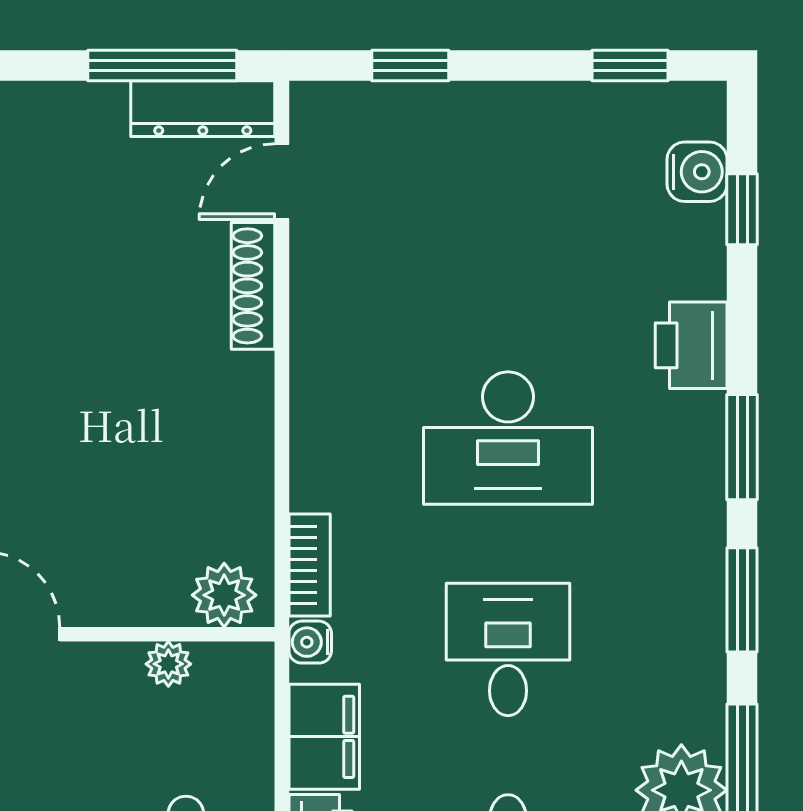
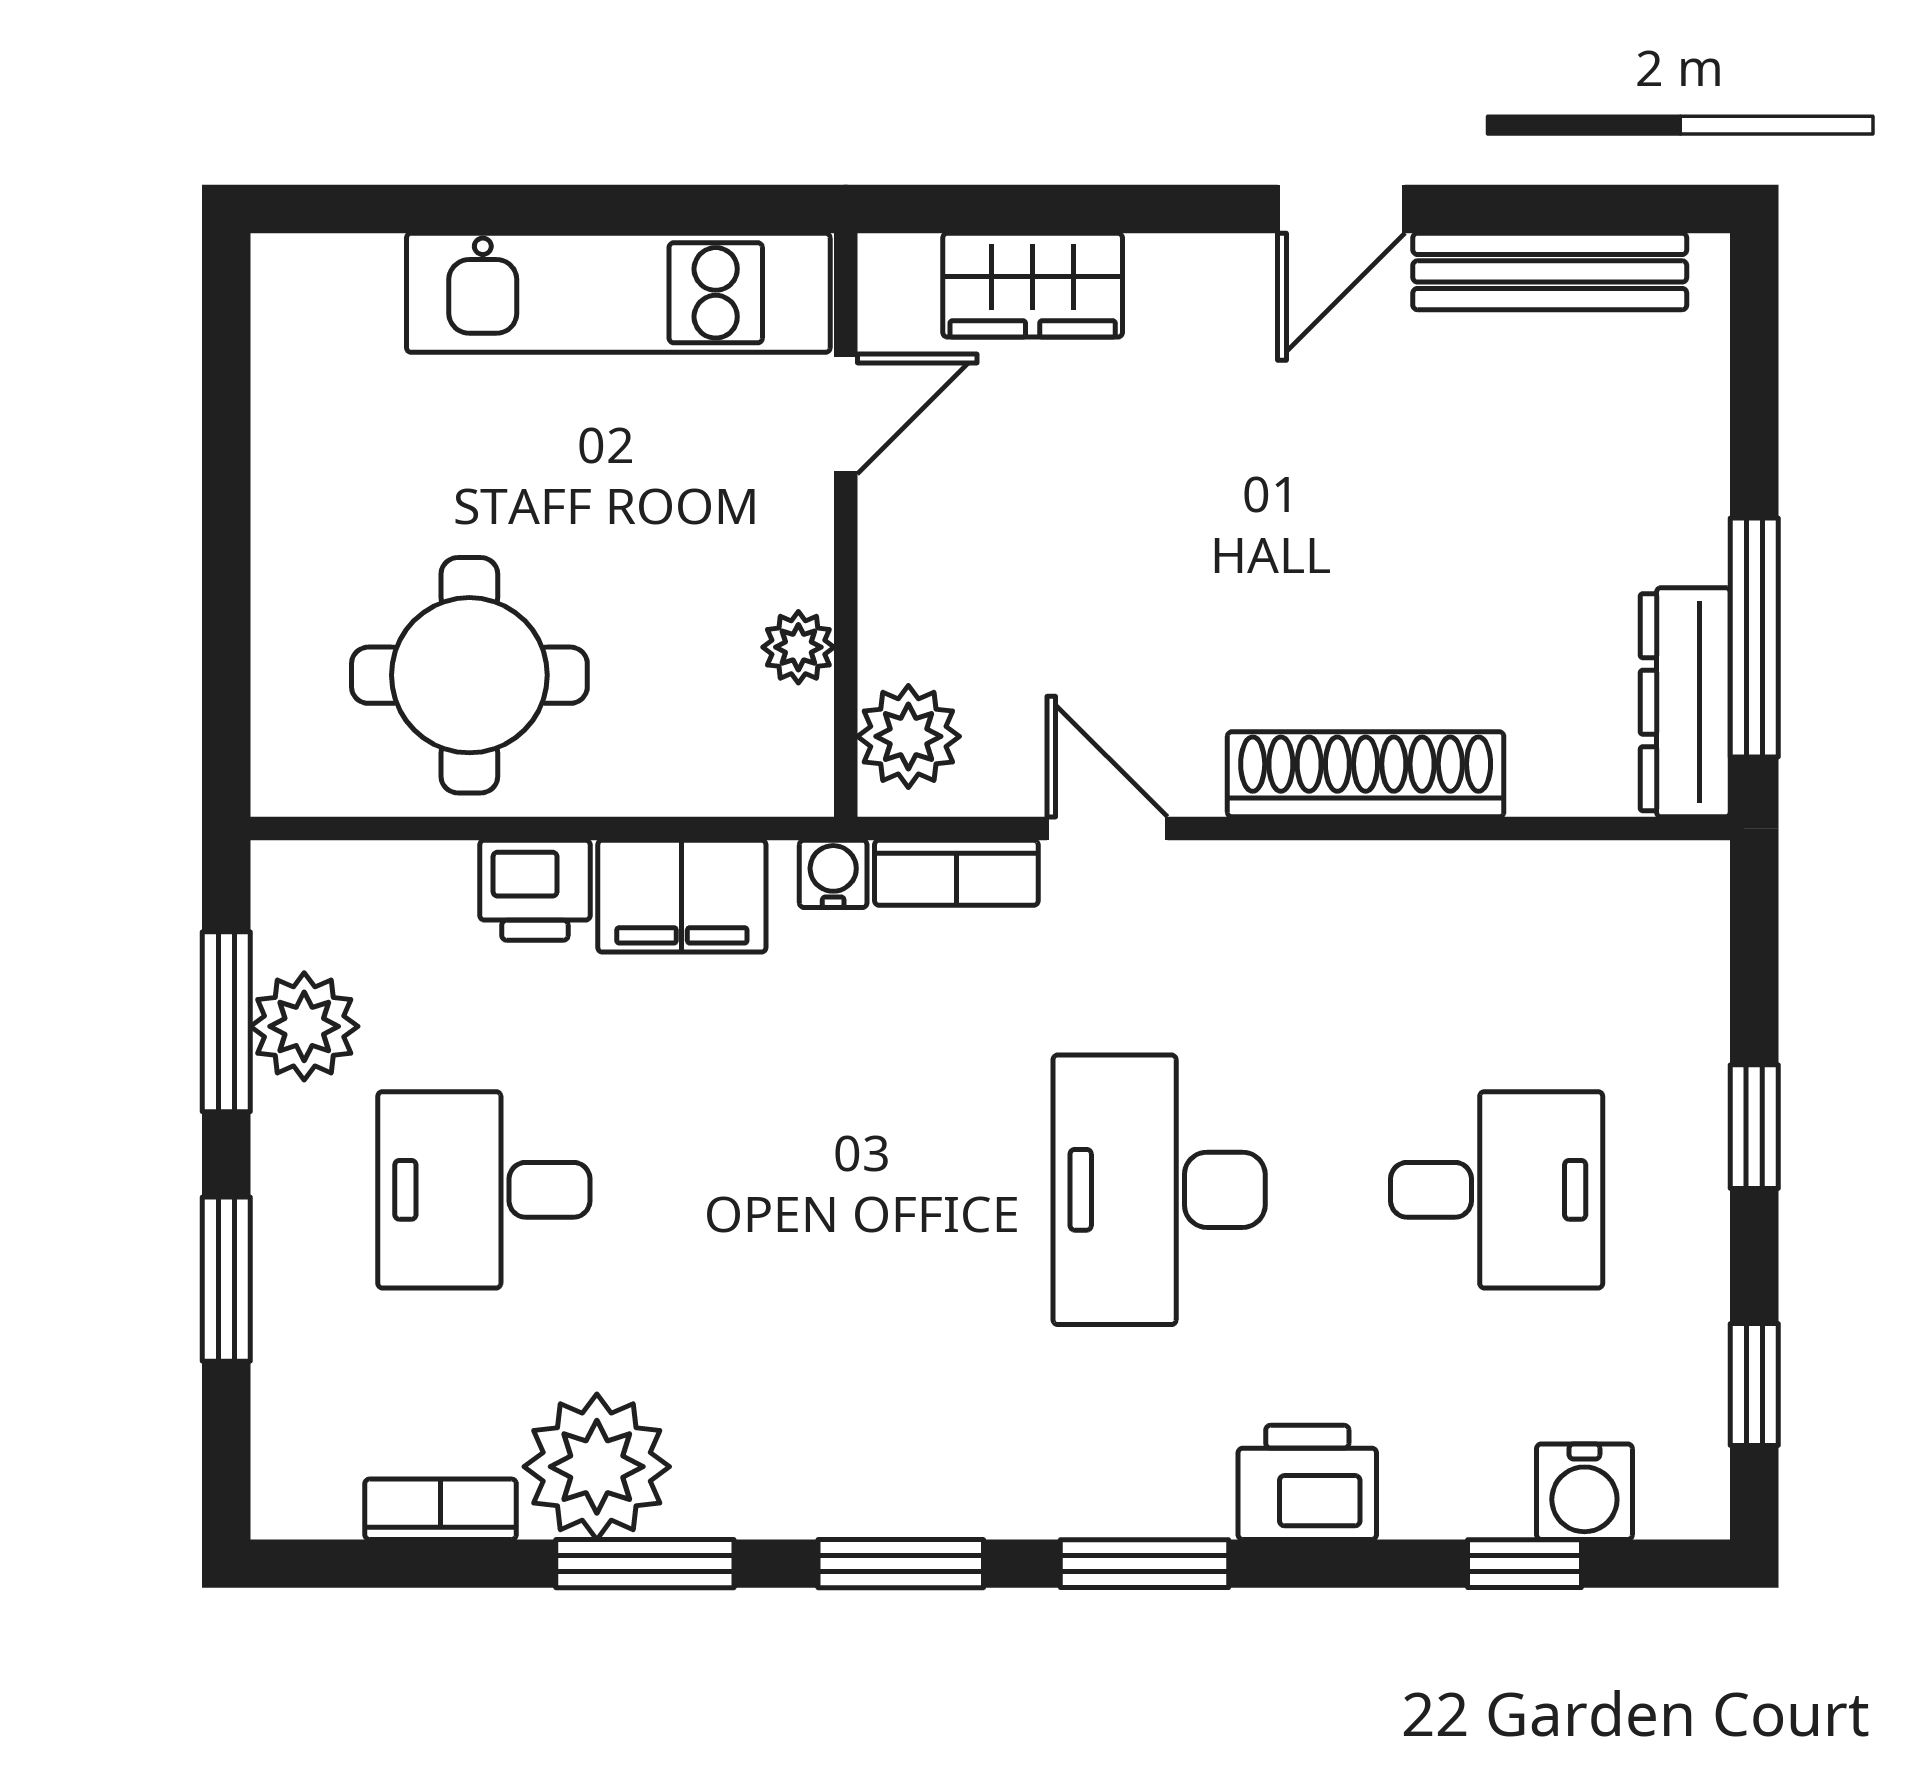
window: (410, 65) -> (1754, 1127), moved
door: (282, 182) -> (1107, 829), moved
shoe rack: (253, 286) -> (1366, 774), width x1.36, depth x1.24
desk: (508, 649) -> (1497, 1190), moved

